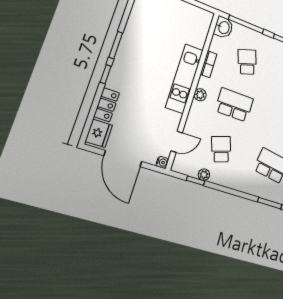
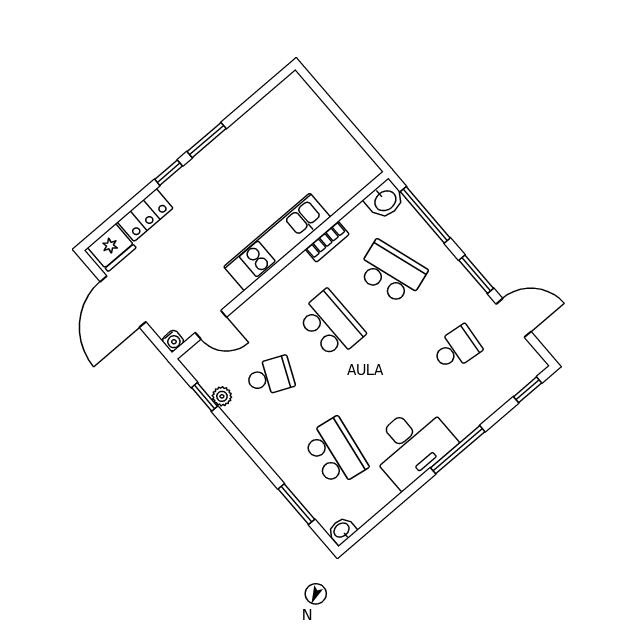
school desk: (247, 62) -> (391, 272), width x1.85
plant: (200, 95) -> (287, 279), removed
school desk: (221, 149) -> (270, 376), turned 42

